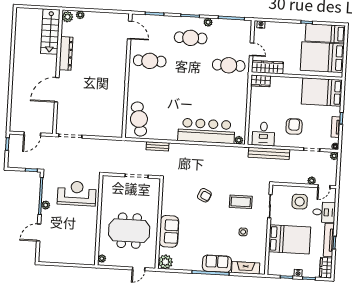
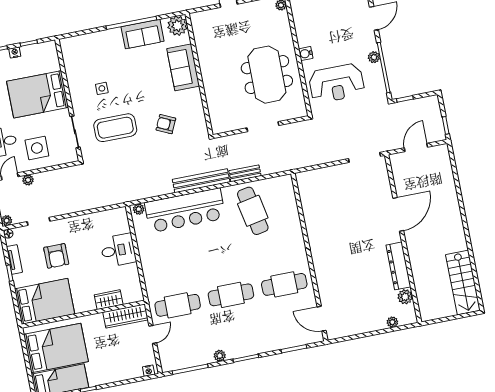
plant: (67, 17) -> (405, 297), moved
stairs: (50, 32) -> (463, 283), moved, turned 180
cafe table: (191, 38) -> (231, 295), moved
door: (251, 49) -> (153, 334), swing flipped
wardrobe: (261, 81) -> (109, 300), moved
cafe table: (139, 119) -> (253, 211), moved
armchair: (294, 127) -> (56, 256), moved
desk: (264, 134) -> (118, 250), moved, turned 90
bench: (269, 153) -> (201, 181), moved
coffee table: (241, 202) -> (115, 128), width x1.36, depth x1.32
water cooler: (93, 220) -> (306, 54), added
wall: (159, 224) -> (199, 74), moved
meeting table: (129, 231) -> (267, 75), moved, turned 90
sofa: (169, 231) -> (183, 67), moved
plant: (165, 262) -> (178, 26), moved
sofa: (217, 264) -> (143, 34), moved
fireplace: (246, 268) -> (86, 41), removed

